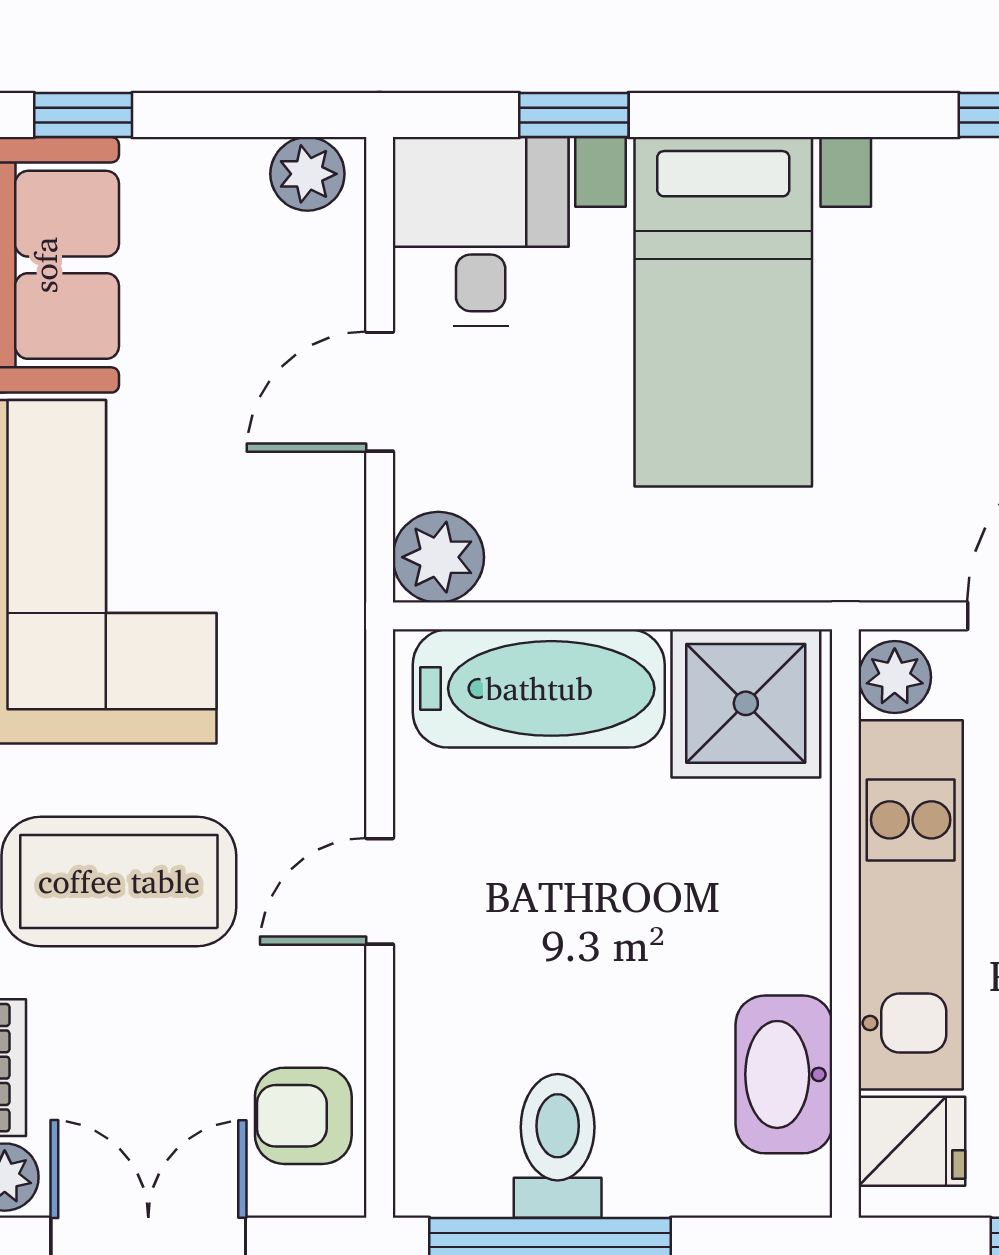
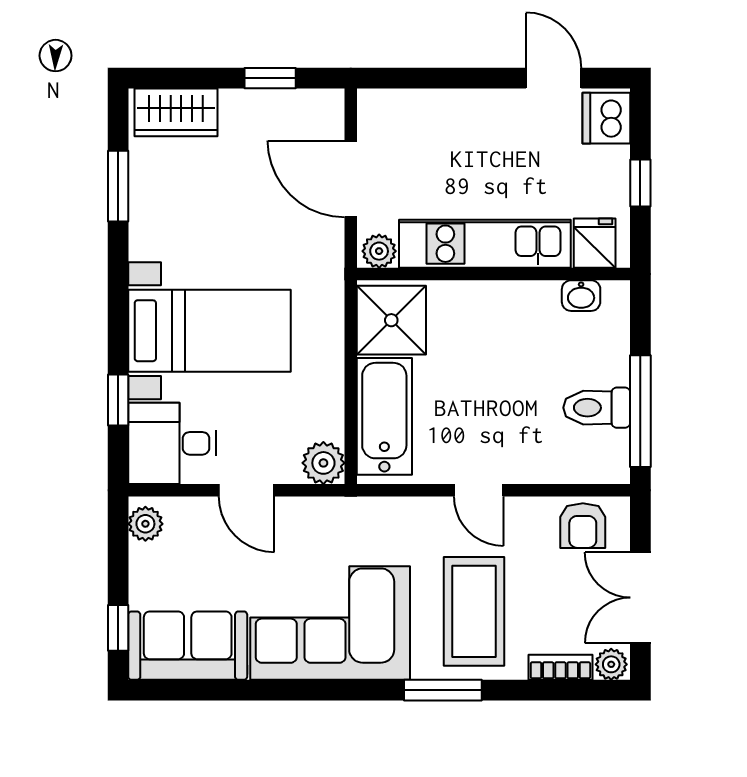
washbasin: (784, 1074) -> (581, 296), width x0.52, depth x0.69

